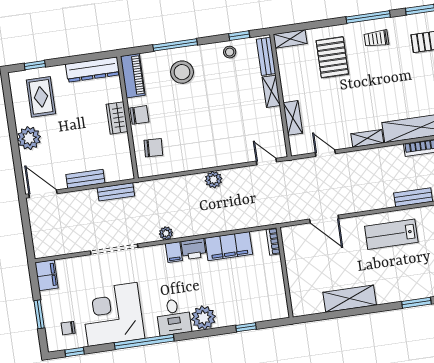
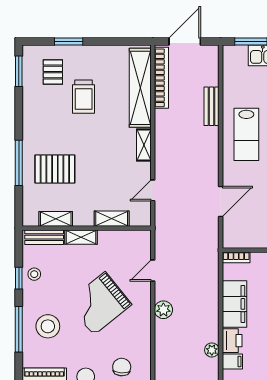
window: (368, 17) -> (19, 163), moved
window: (239, 36) -> (19, 278), moved
trolley: (376, 38) -> (84, 97), moved, width x1.36, depth x1.39
shelving: (290, 39) -> (56, 219), moved, turned 90
grand piano: (211, 118) -> (99, 303), added
door: (266, 162) -> (153, 271), moved
plant: (166, 233) -> (212, 350), moved

